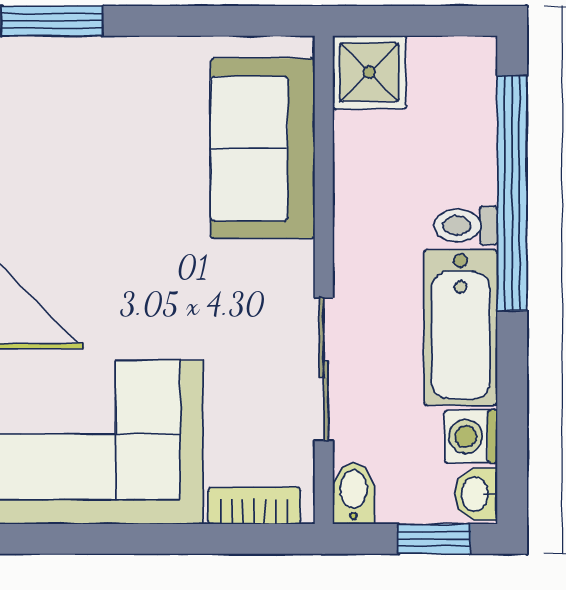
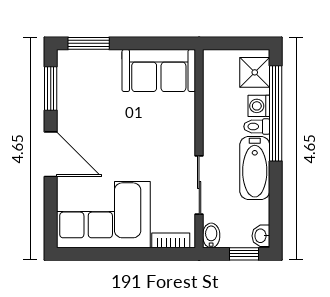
shower: (369, 72) -> (255, 72), moved
sofa: (263, 148) -> (159, 71), moved, turned -90
washing machine: (471, 436) -> (259, 106), moved

